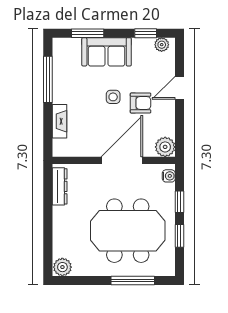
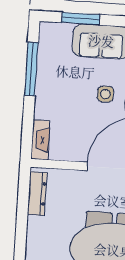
fireplace: (59, 121) -> (40, 140), moved

